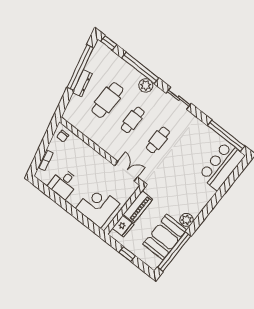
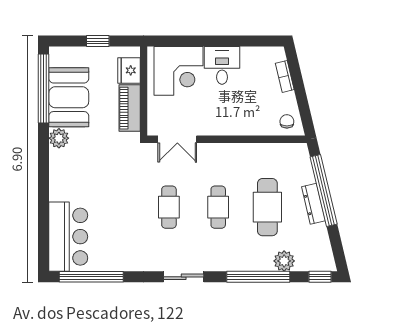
window: (80, 68) -> (324, 191), moved
plant: (146, 85) -> (284, 261), moved
desk: (63, 184) -> (222, 65), moved

